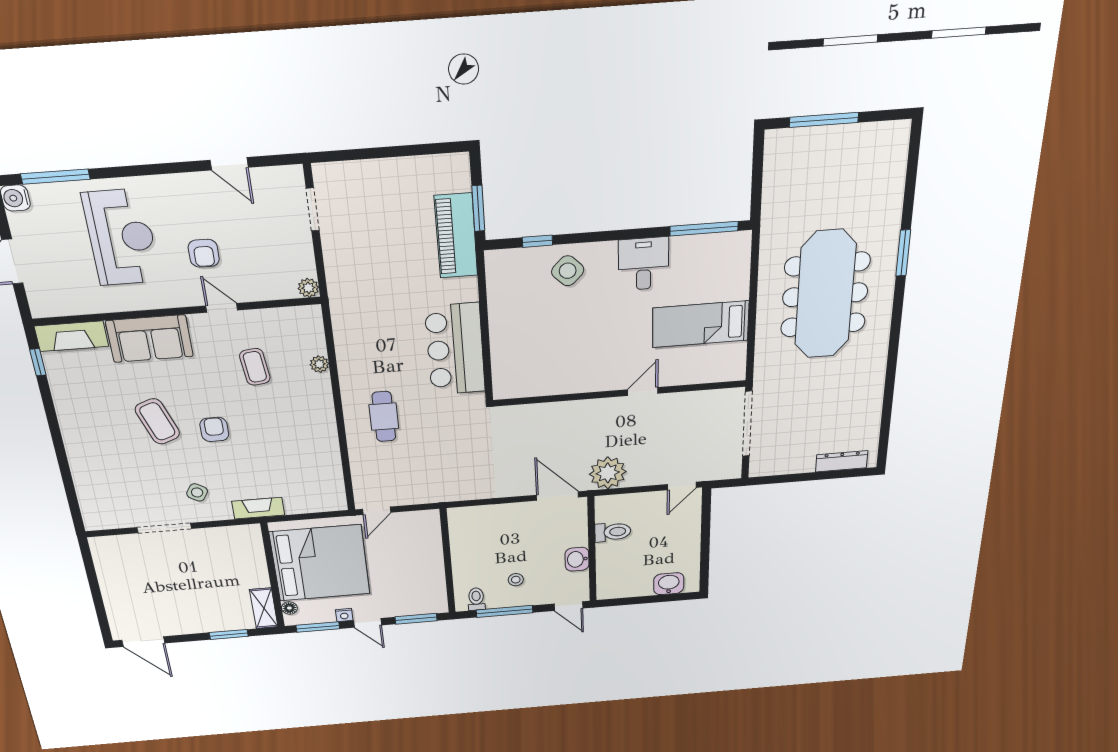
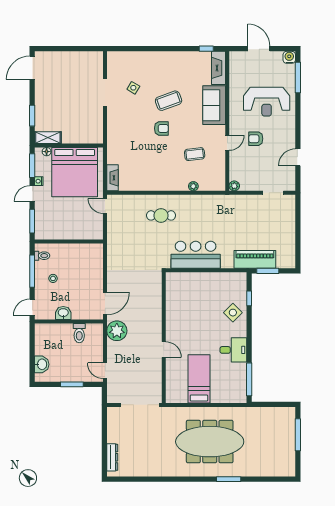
side table: (197, 492) -> (133, 88), moved
fireplace: (258, 508) -> (113, 178), moved
window: (705, 536) -> (72, 384), added

